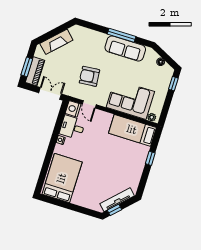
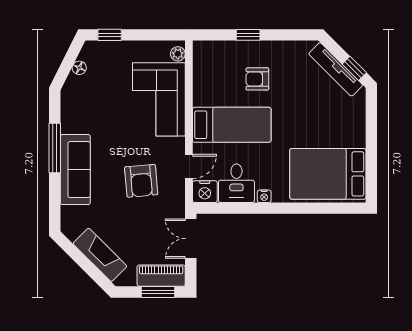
sofa: (125, 48) -> (75, 170), moved
bed: (132, 130) -> (232, 125), moved, turned -90
armchair: (125, 156) -> (257, 79), added

